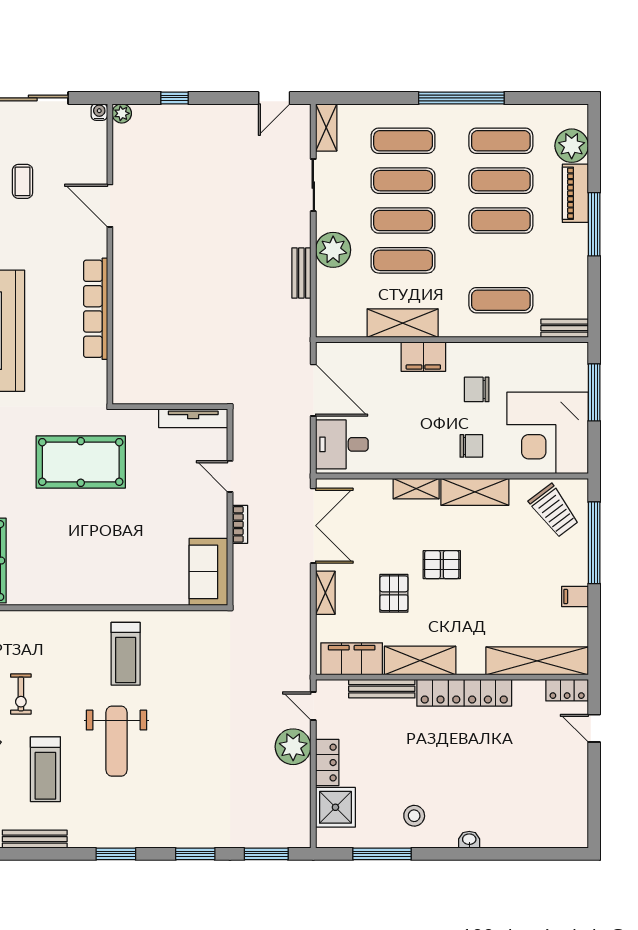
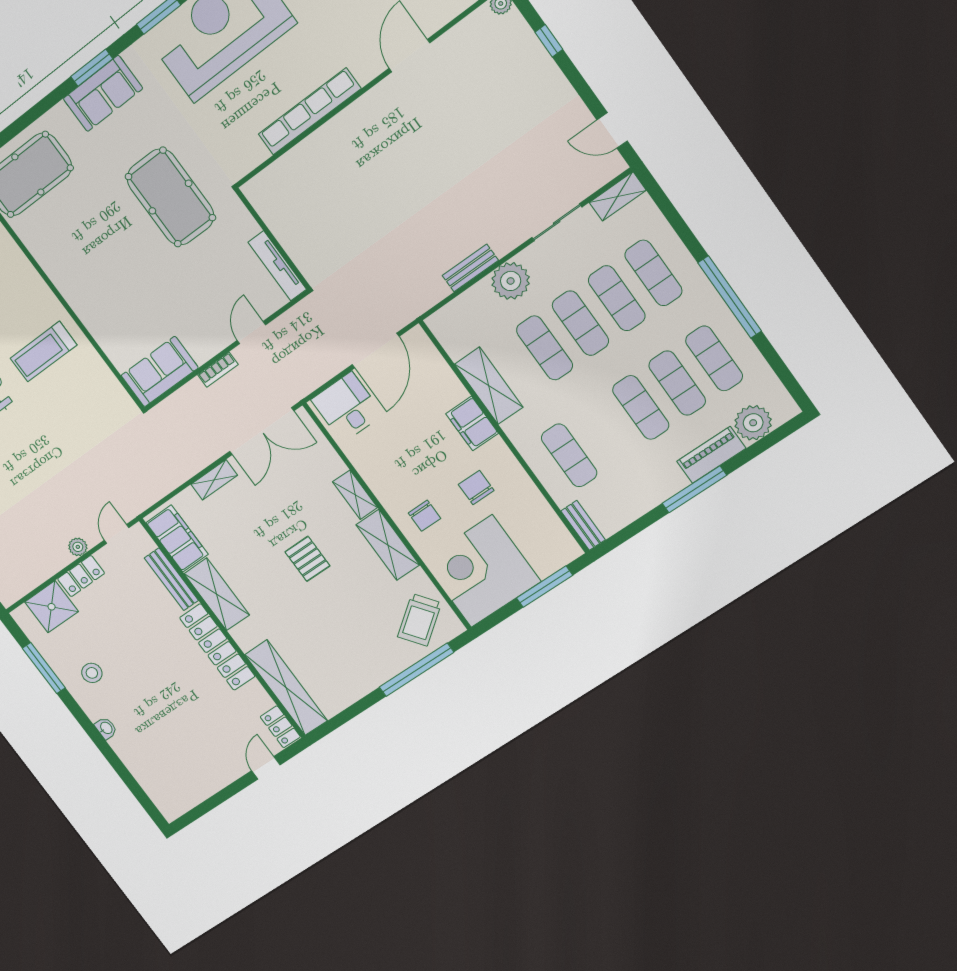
pallet: (394, 593) -> (255, 536), removed
filing cabinet: (575, 597) -> (361, 683), removed
plant: (293, 747) -> (78, 547), width x0.53, depth x0.53

